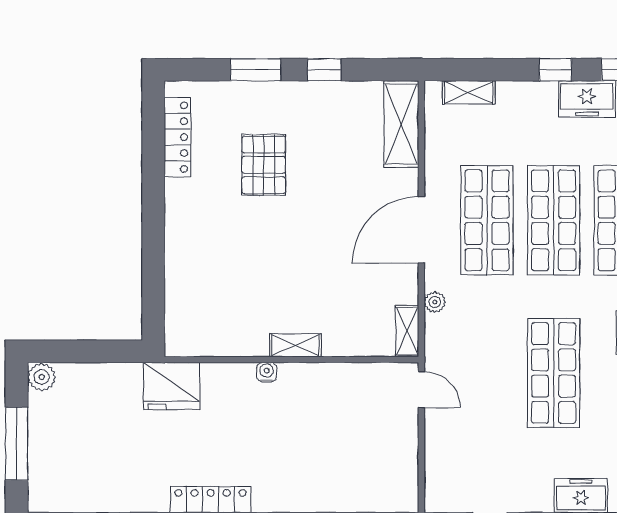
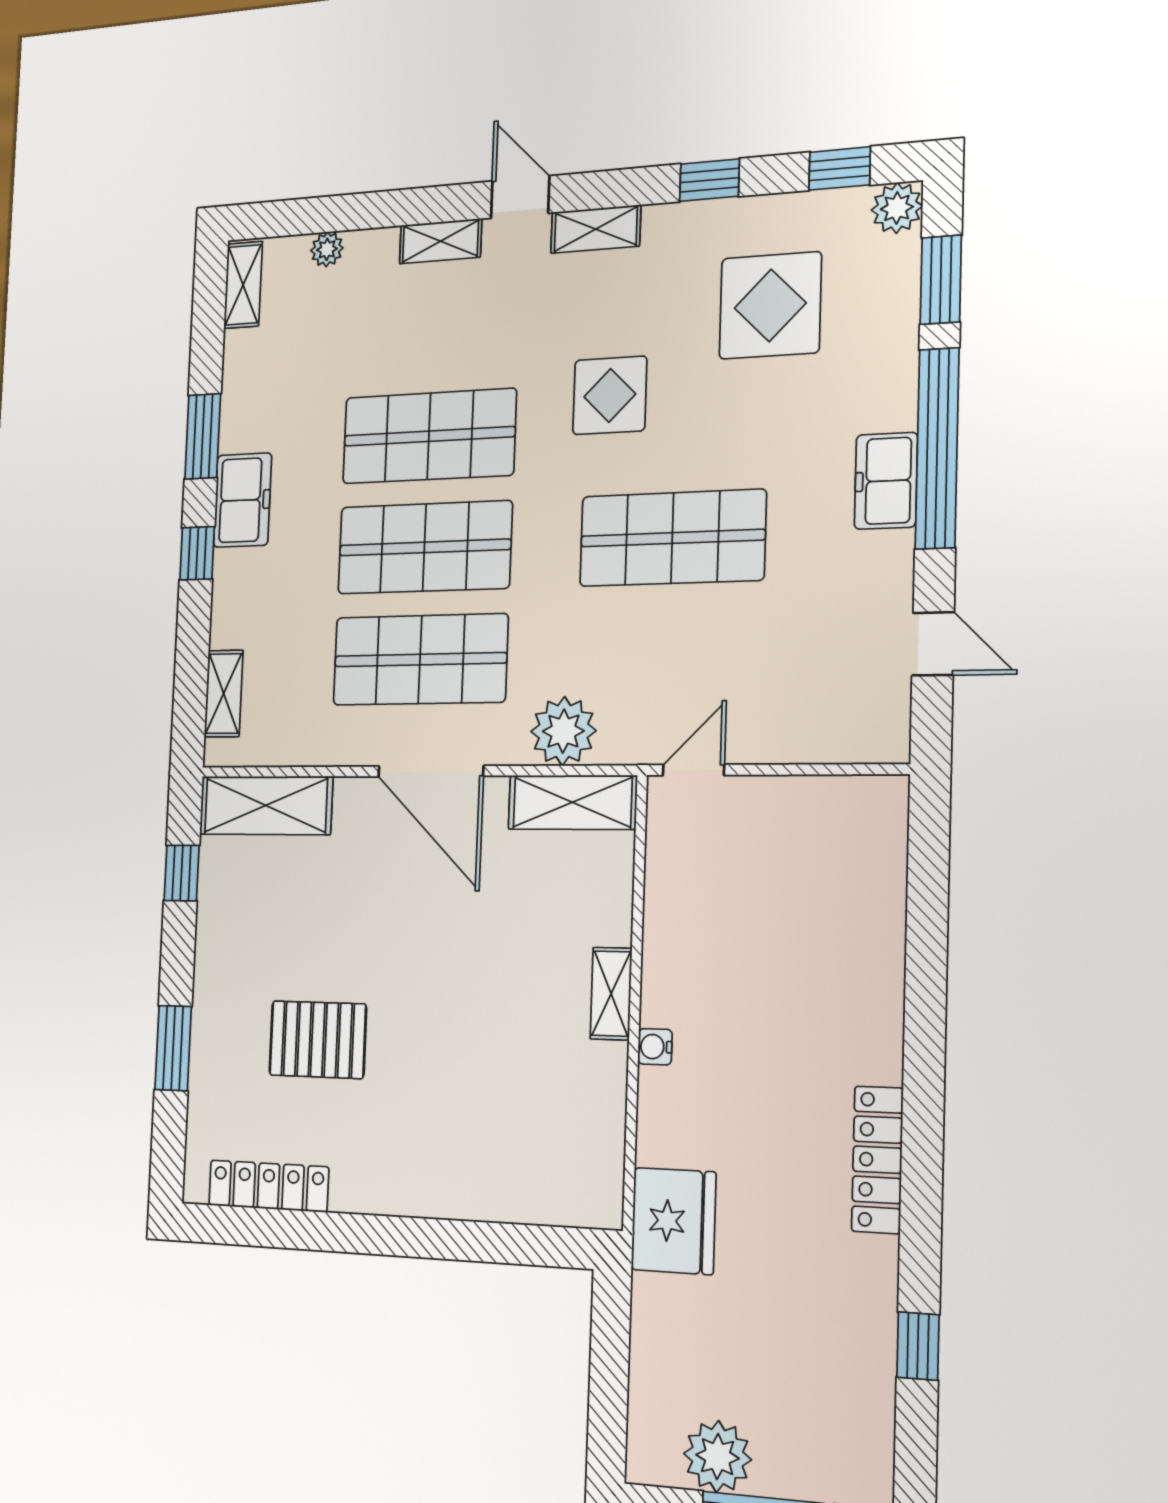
window: (324, 70) -> (182, 873), moved
plant: (435, 302) -> (563, 731), width x1.88, depth x1.88
shelving: (407, 331) -> (572, 802), width x1.50, depth x1.33
plant: (42, 377) -> (718, 1457), moved, width x1.36, depth x1.36

